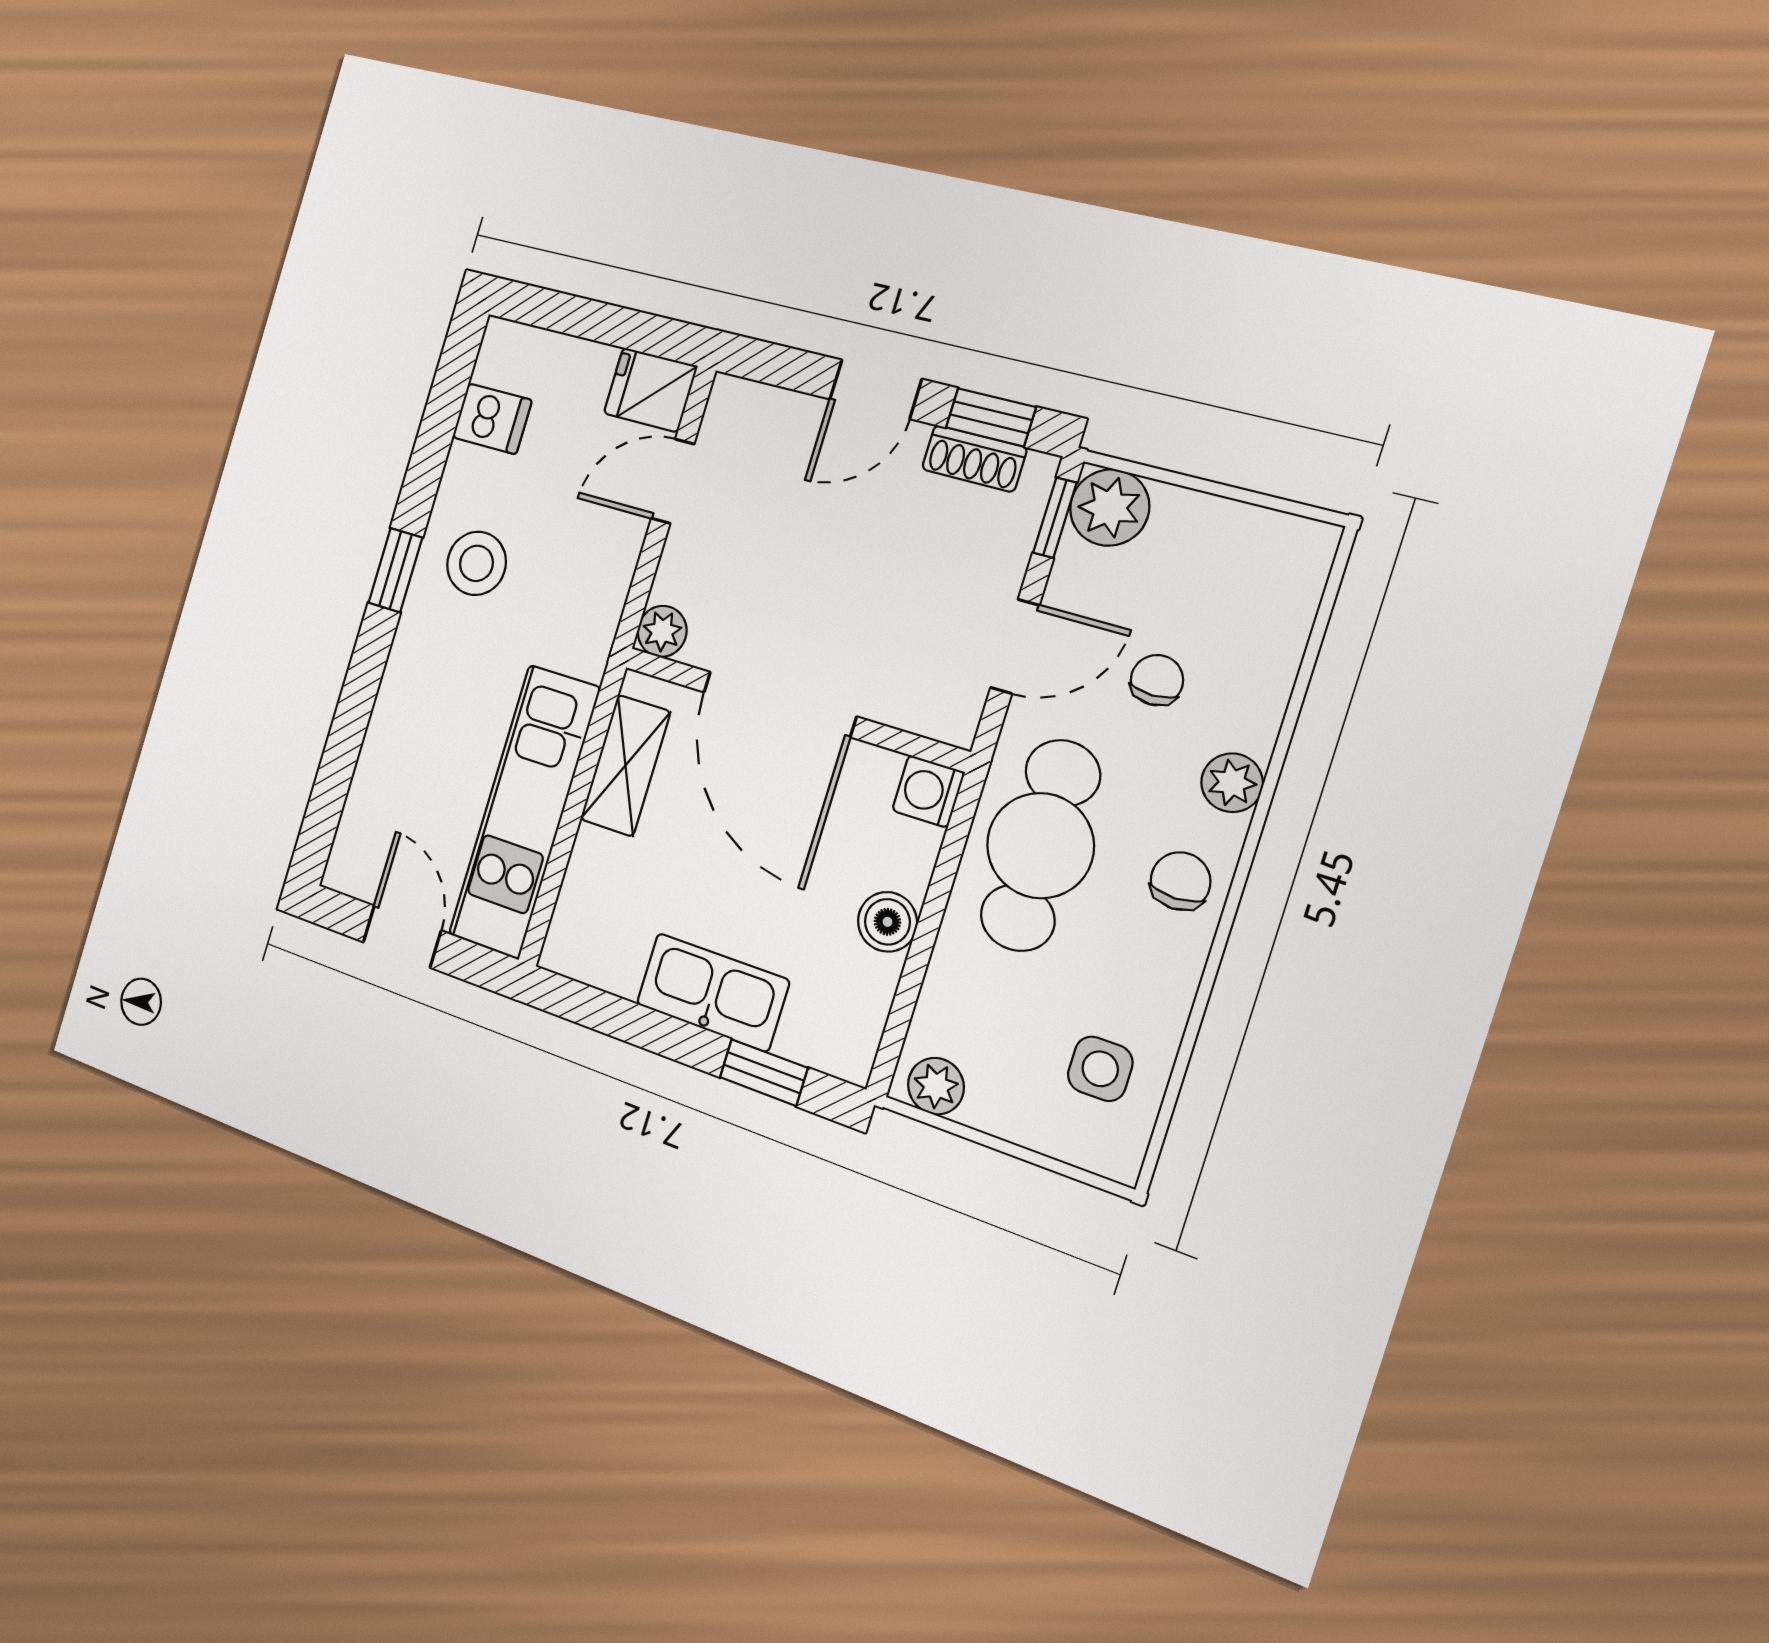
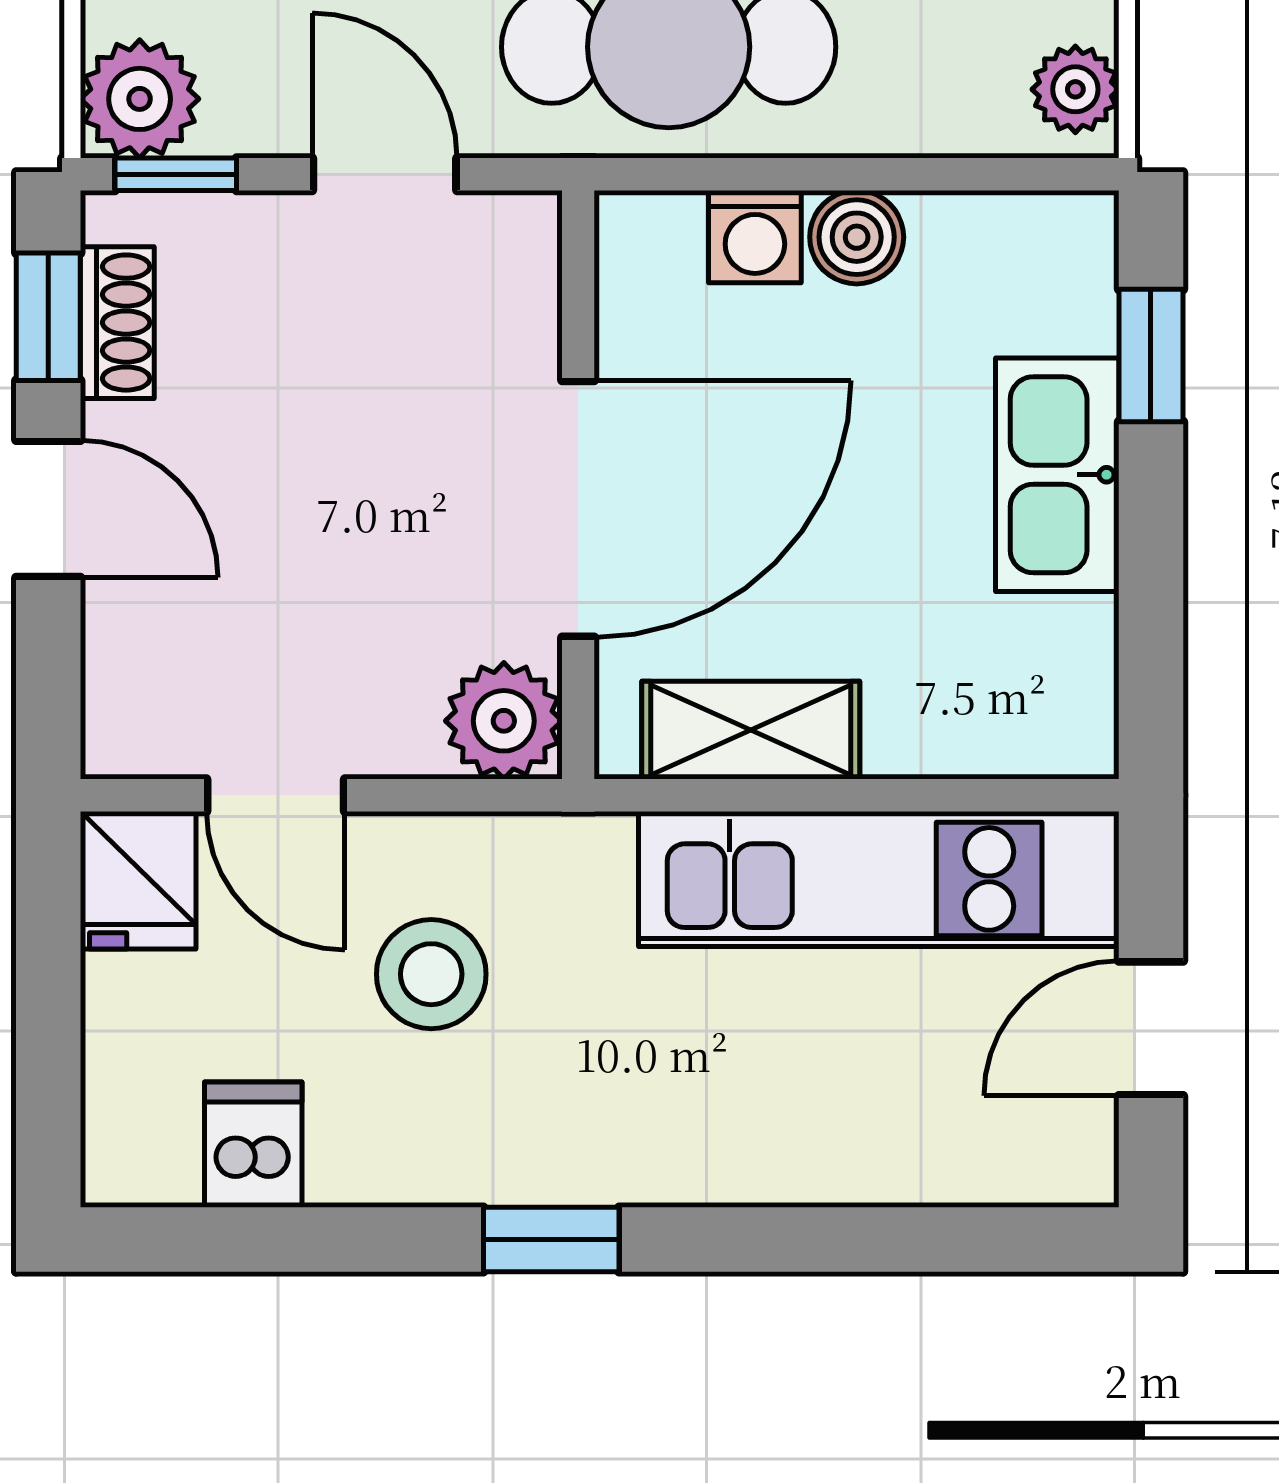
stool: (476, 563) -> (431, 974), moved
plant: (662, 631) -> (504, 721), width x1.38, depth x1.38
washing machine: (928, 791) -> (755, 237), moved

